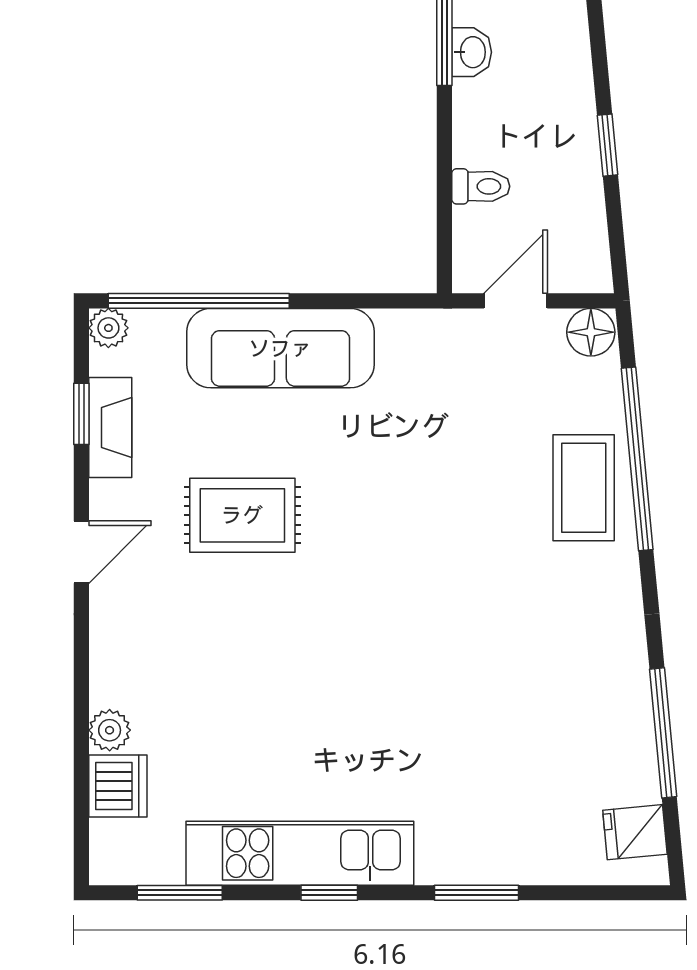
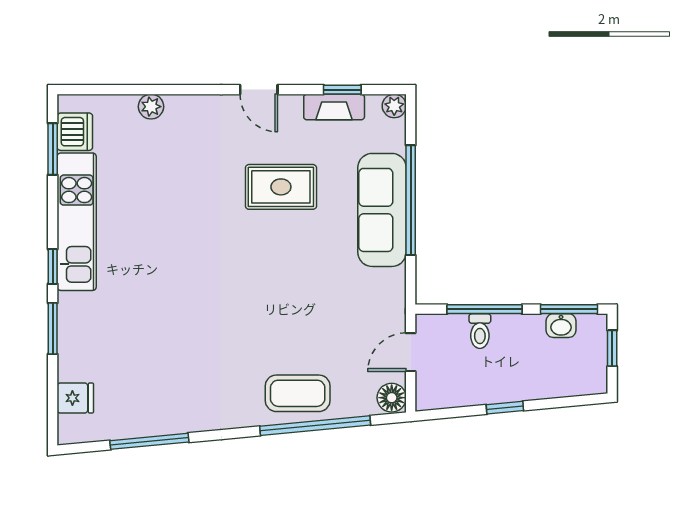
window: (444, 179) -> (485, 309), added
window: (199, 301) -> (411, 200), moved
door: (516, 301) -> (411, 352), swing flipped
rug: (242, 515) -> (281, 187), turned 90
dishwasher: (118, 786) -> (75, 132), moved, turned -90
fridge: (635, 832) -> (75, 398), moved, turned 95
window: (329, 893) -> (53, 266), moved

